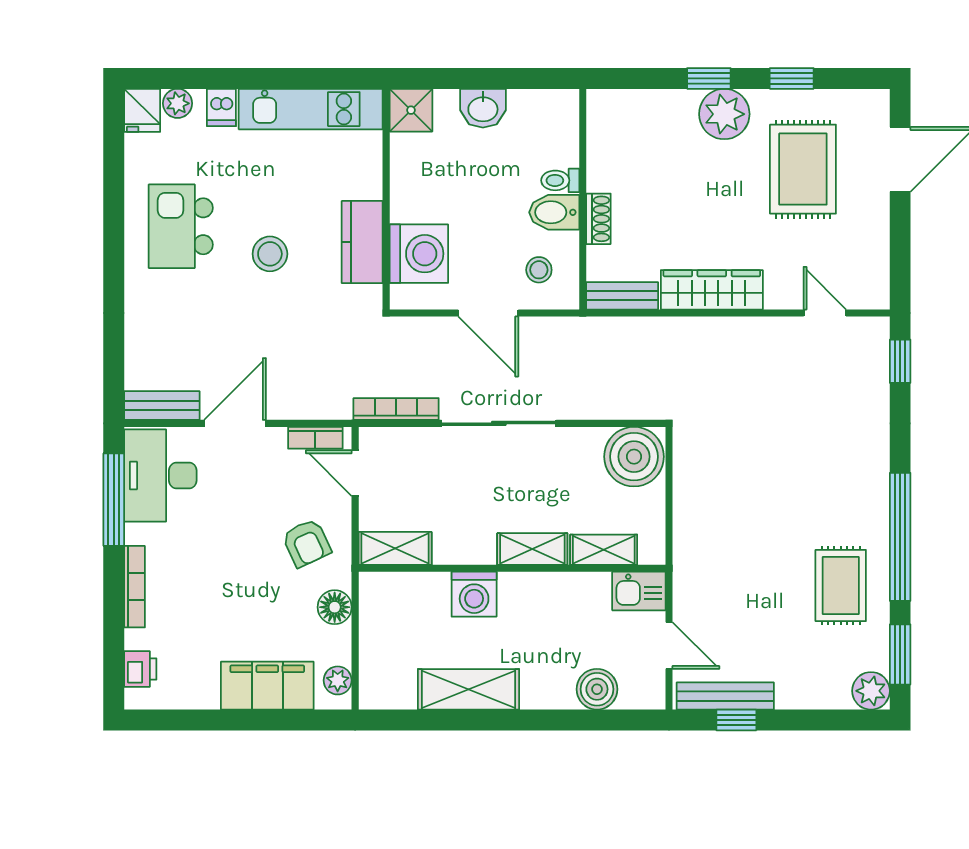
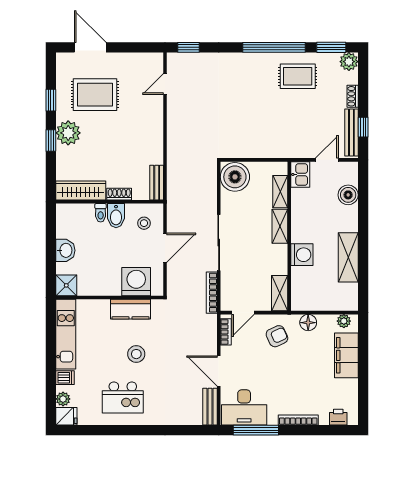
wardrobe: (712, 290) -> (81, 191), moved, turned 90
shoe rack: (800, 698) -> (353, 96), added

